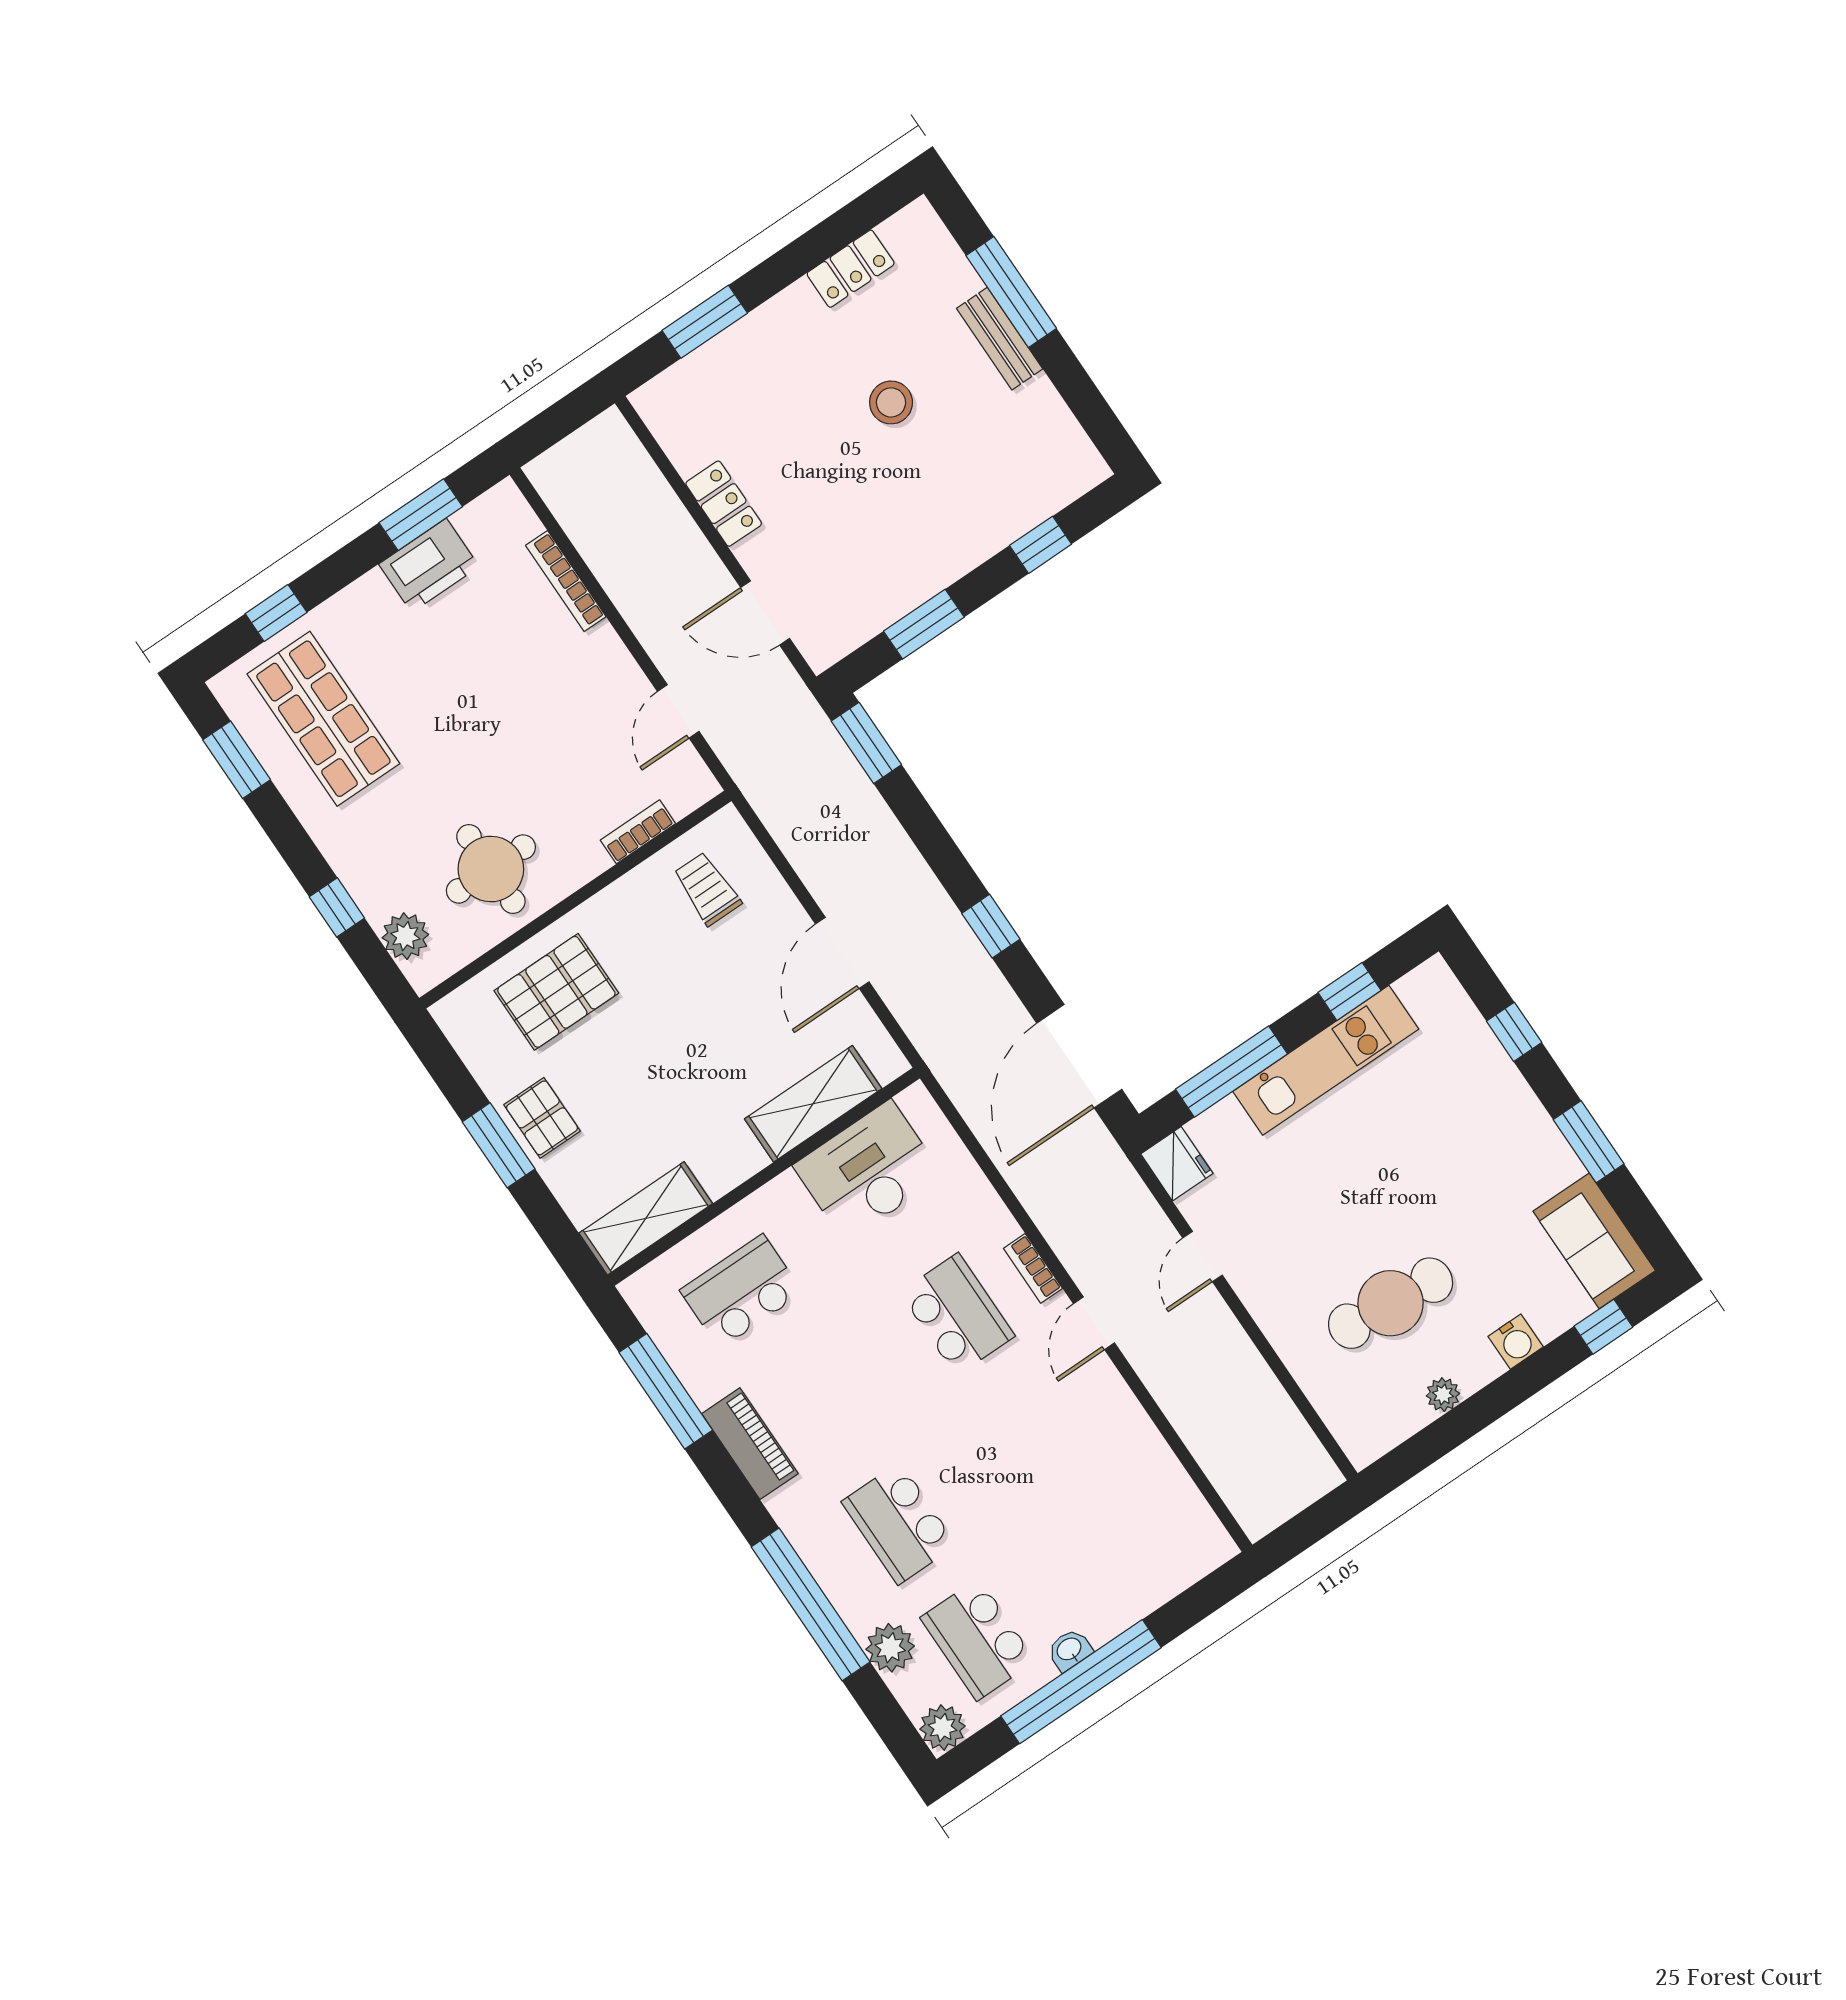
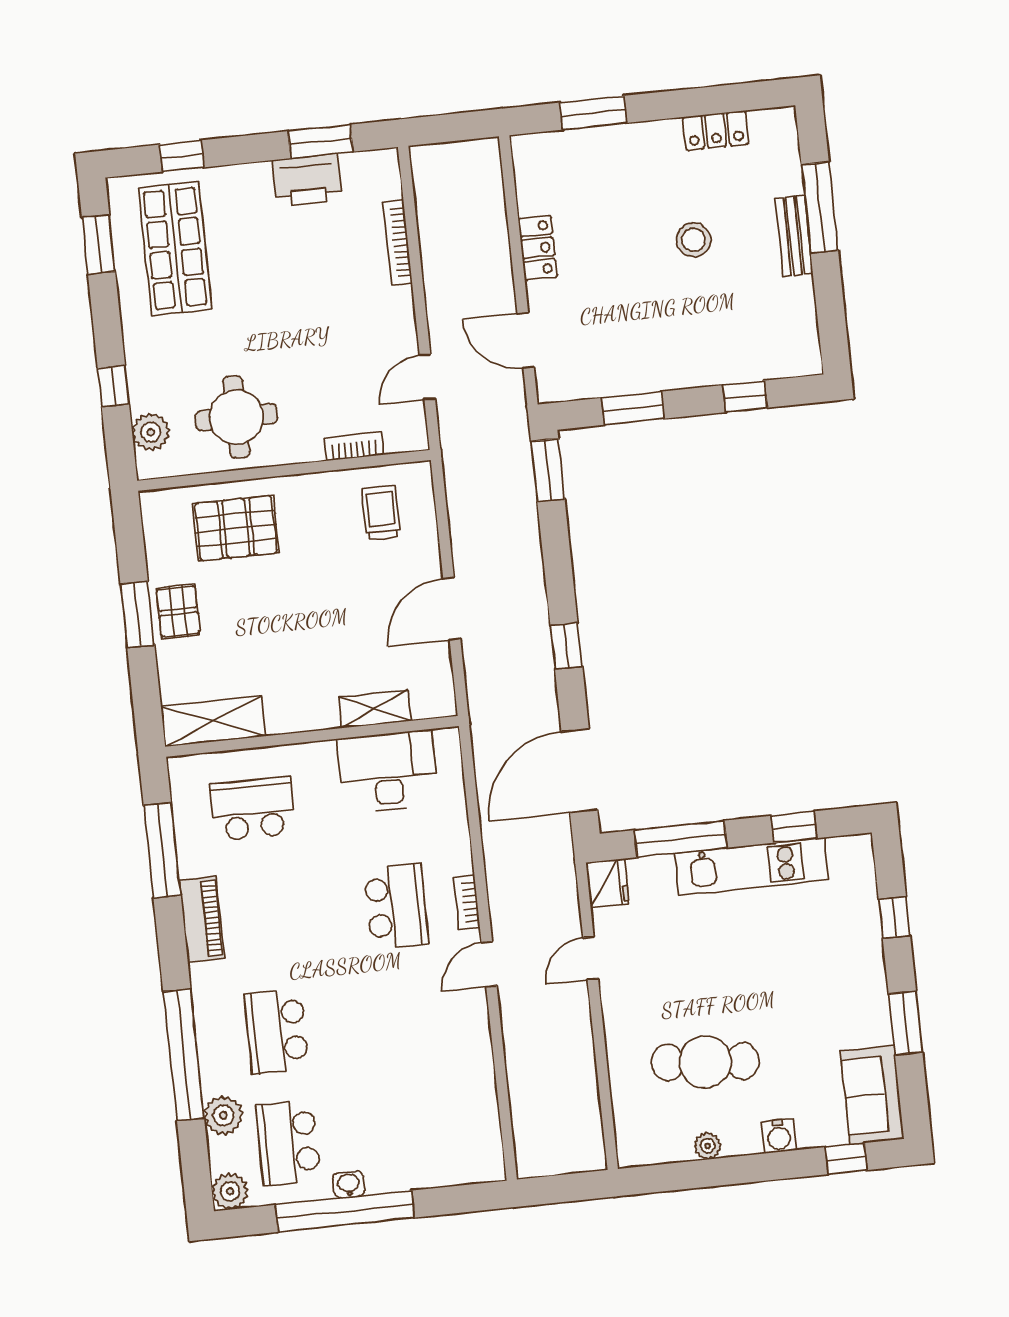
shelving: (813, 1104) -> (375, 709), width x0.67, depth x0.75

